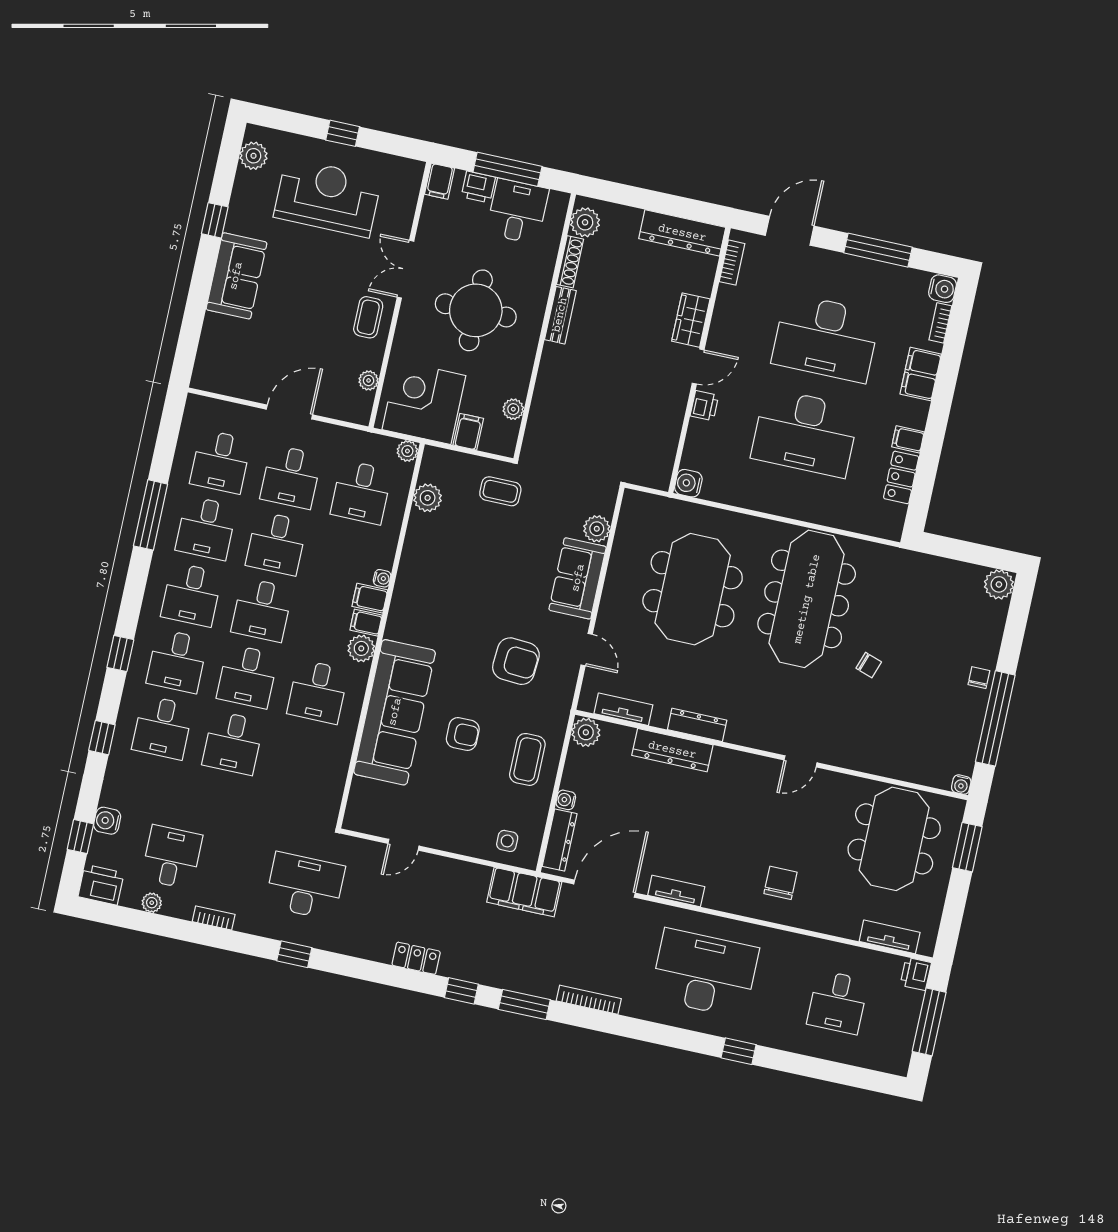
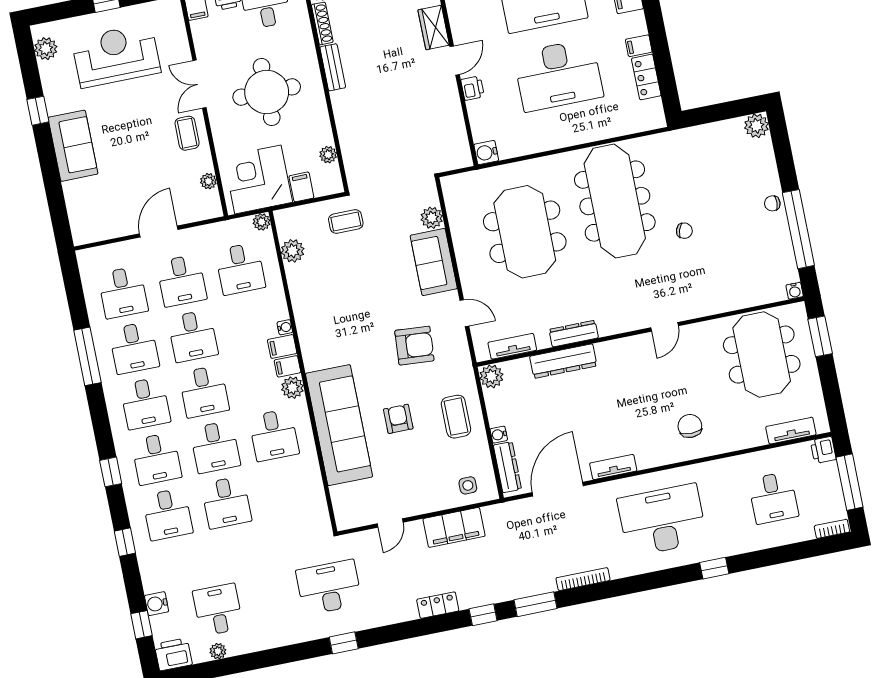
chair: (979, 678) -> (772, 203), turned -87
armchair: (463, 734) -> (398, 419), turned -90
filing cabinet: (524, 892) -> (454, 527), moved
bookcase: (214, 918) -> (832, 529), moved

